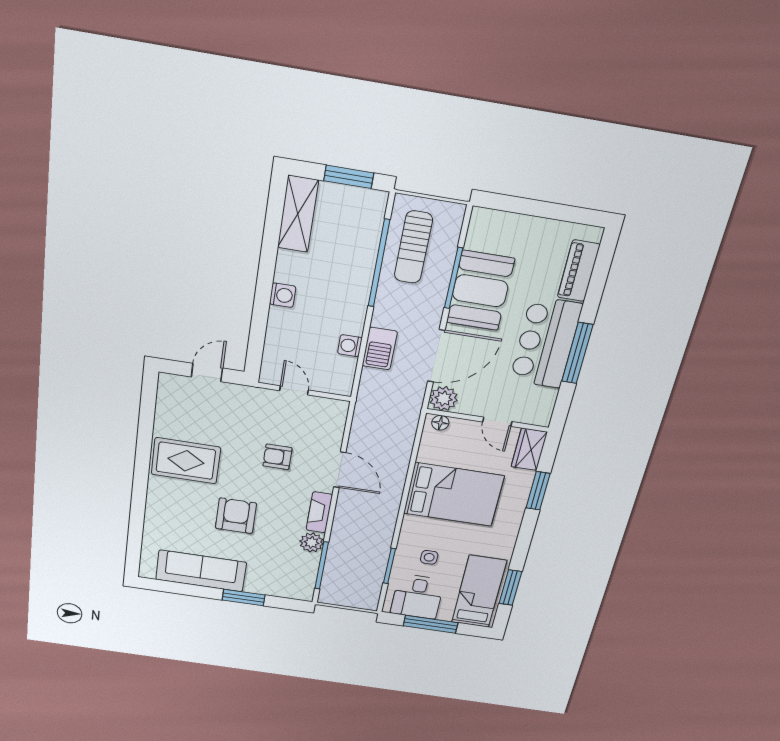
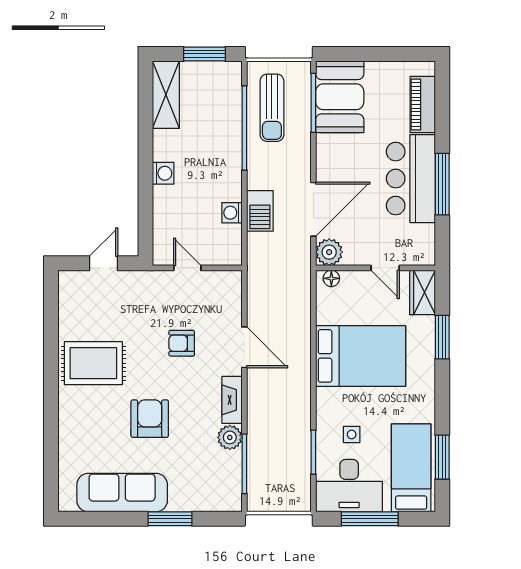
window: (454, 278) -> (313, 103), moved
booth: (480, 291) -> (340, 97), moved
desk: (417, 597) -> (349, 486), width x1.37

